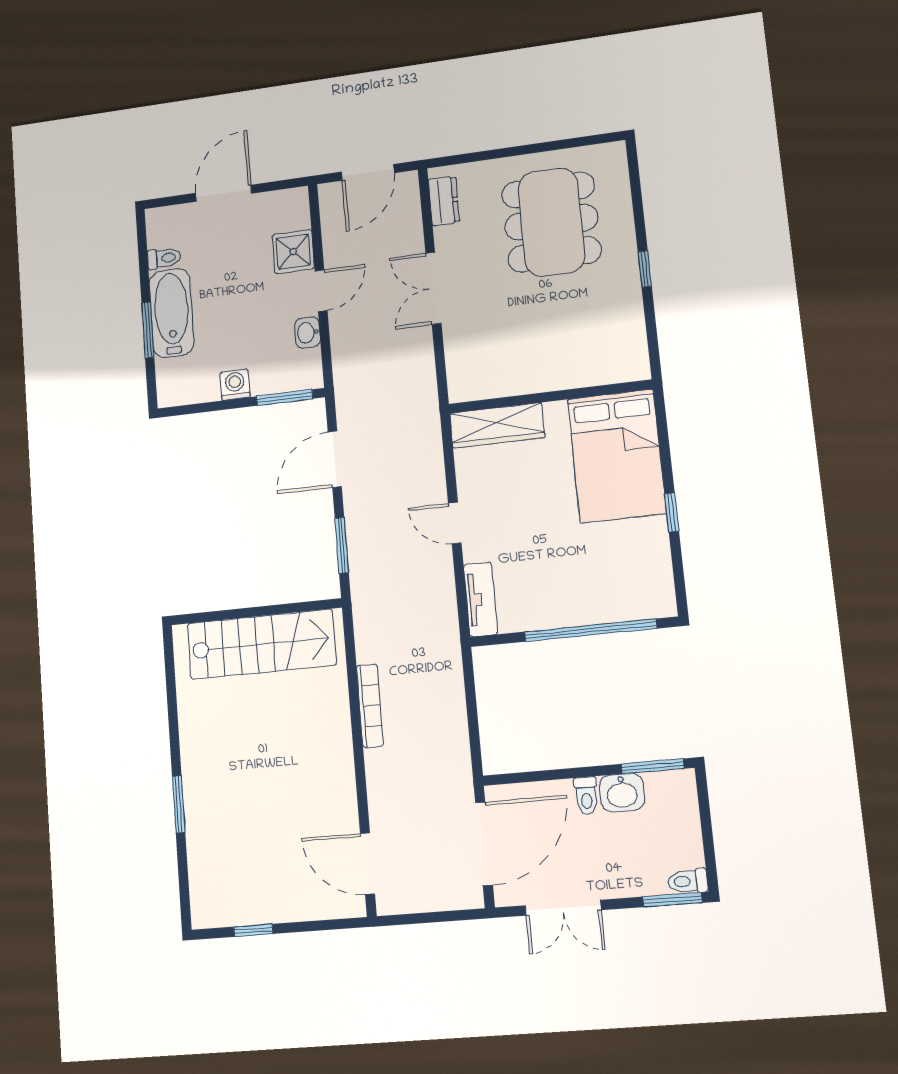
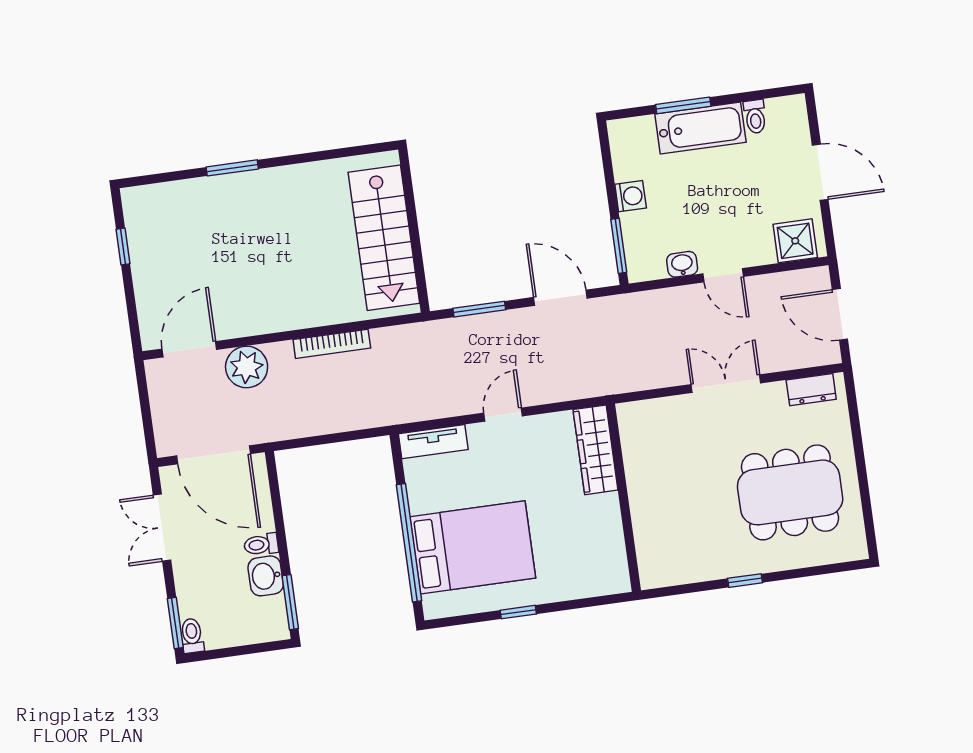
shower: (293, 252) -> (795, 241), moved
bed: (617, 456) -> (473, 547), moved, turned 180
plant: (390, 801) -> (247, 367), added

